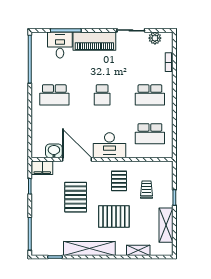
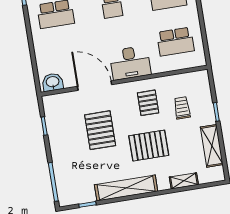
washbasin: (54, 151) -> (53, 82), moved
filing cabinet: (42, 168) -> (55, 102), removed

